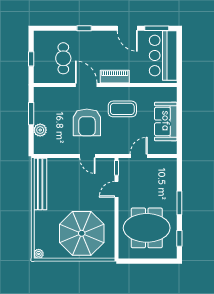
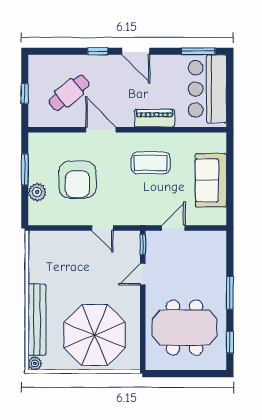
door: (127, 28) -> (136, 51), moved
cafe table: (63, 58) -> (69, 93), turned 51
piano: (115, 77) -> (154, 118), moved
armchair: (87, 122) -> (78, 180), moved
bench: (40, 184) -> (37, 320), moved

